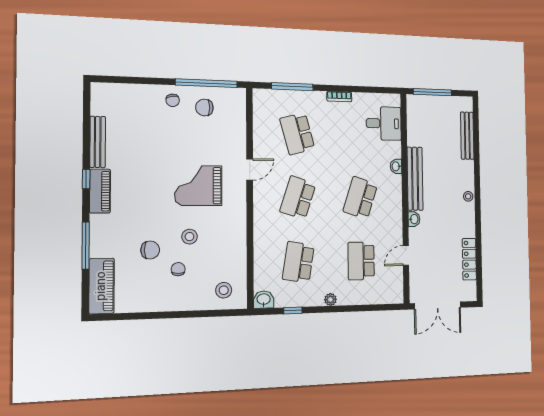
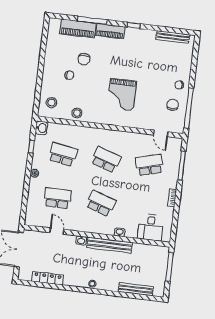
bench: (98, 142) -> (173, 37), moved
door: (250, 170) -> (161, 133), moved
grand piano: (198, 186) -> (122, 95), turned 180
piano: (100, 191) -> (110, 31), moved
stool: (189, 237) -> (77, 113), moved
piano: (102, 286) -> (78, 28), moved

